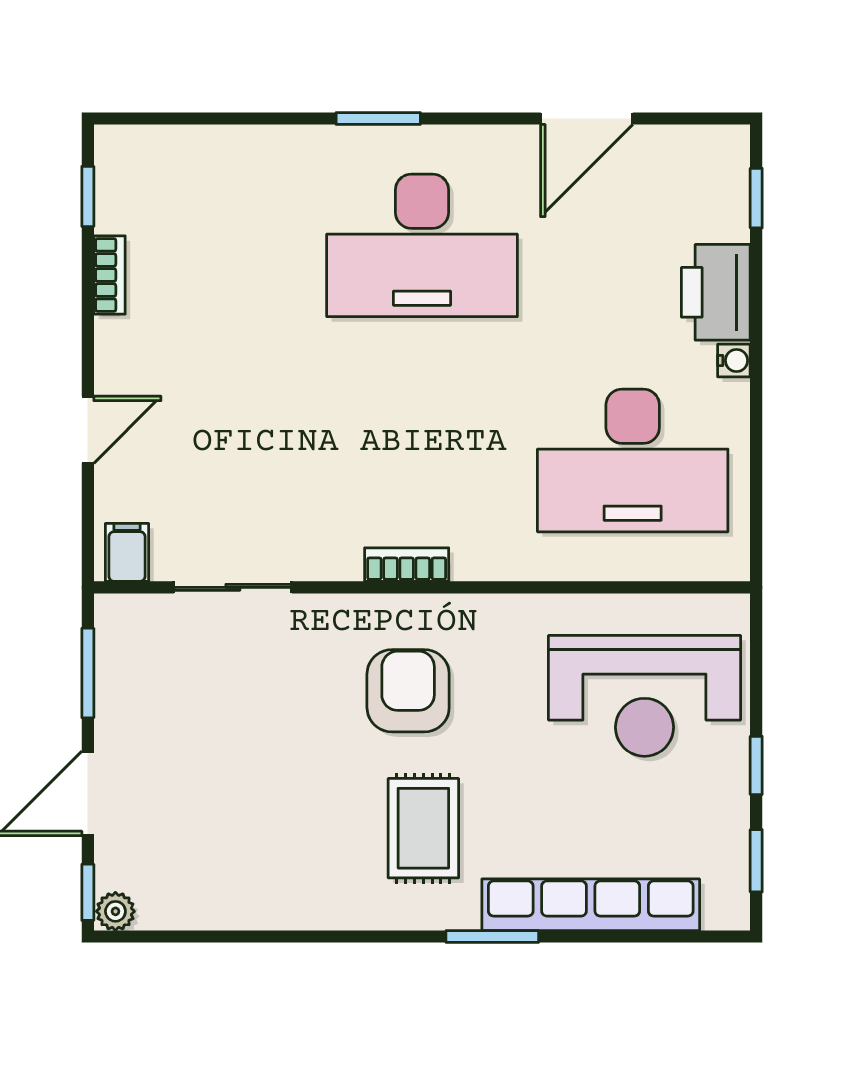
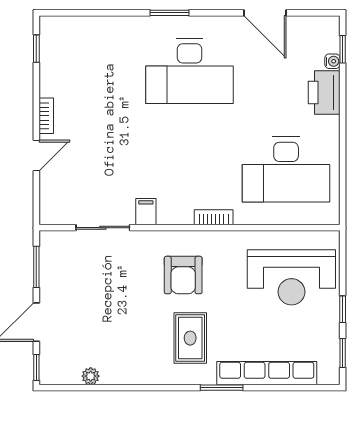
door: (587, 119) -> (265, 13), hinge flipped
bookcase: (109, 275) -> (46, 116), moved
water cooler: (734, 360) -> (332, 61), moved
filing cabinet: (127, 552) -> (146, 212), moved
bookcase: (407, 565) -> (214, 217), moved
armchair: (408, 691) -> (183, 275), turned 180
plant: (115, 911) -> (91, 376), moved

